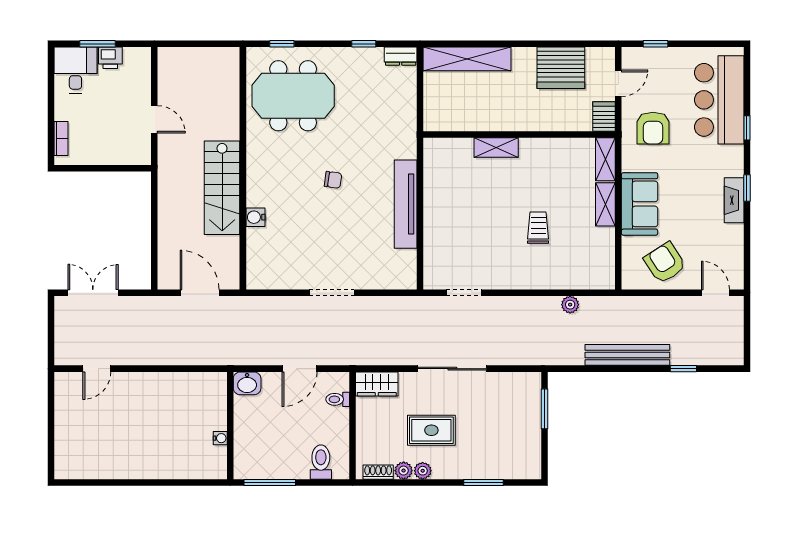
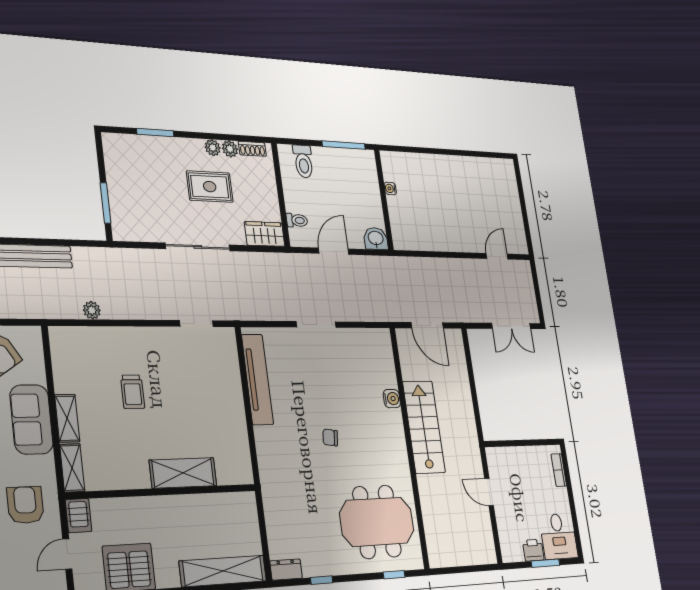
shelving: (496, 148) -> (183, 473), width x1.50, depth x1.33
tv unit: (406, 204) -> (257, 379), moved

